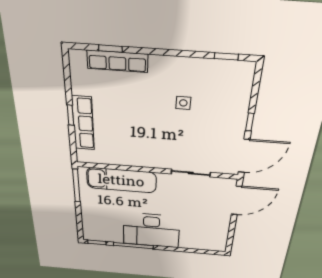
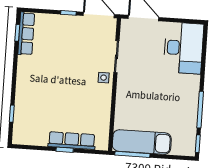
row of seats: (117, 61) -> (26, 34), moved
side table: (183, 103) -> (104, 78), moved
exam couch: (121, 180) -> (142, 142), moved, turned -90
desk: (151, 230) -> (183, 48), moved

